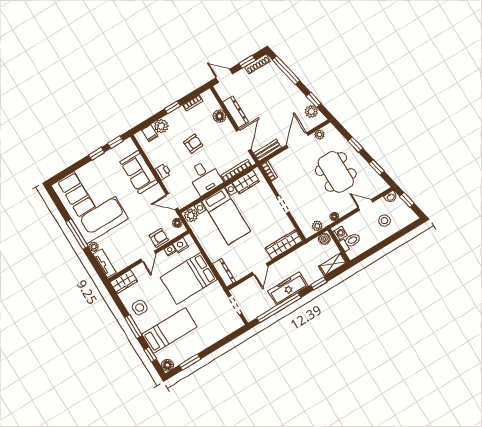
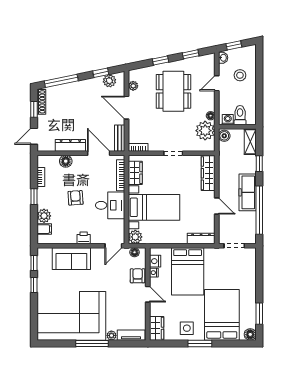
dining table: (336, 172) -> (173, 91), turned 90
plant: (317, 226) -> (205, 131), width x1.88, depth x1.88
bed: (169, 331) -> (222, 315), width x1.50
window: (150, 355) -> (232, 343), removed

